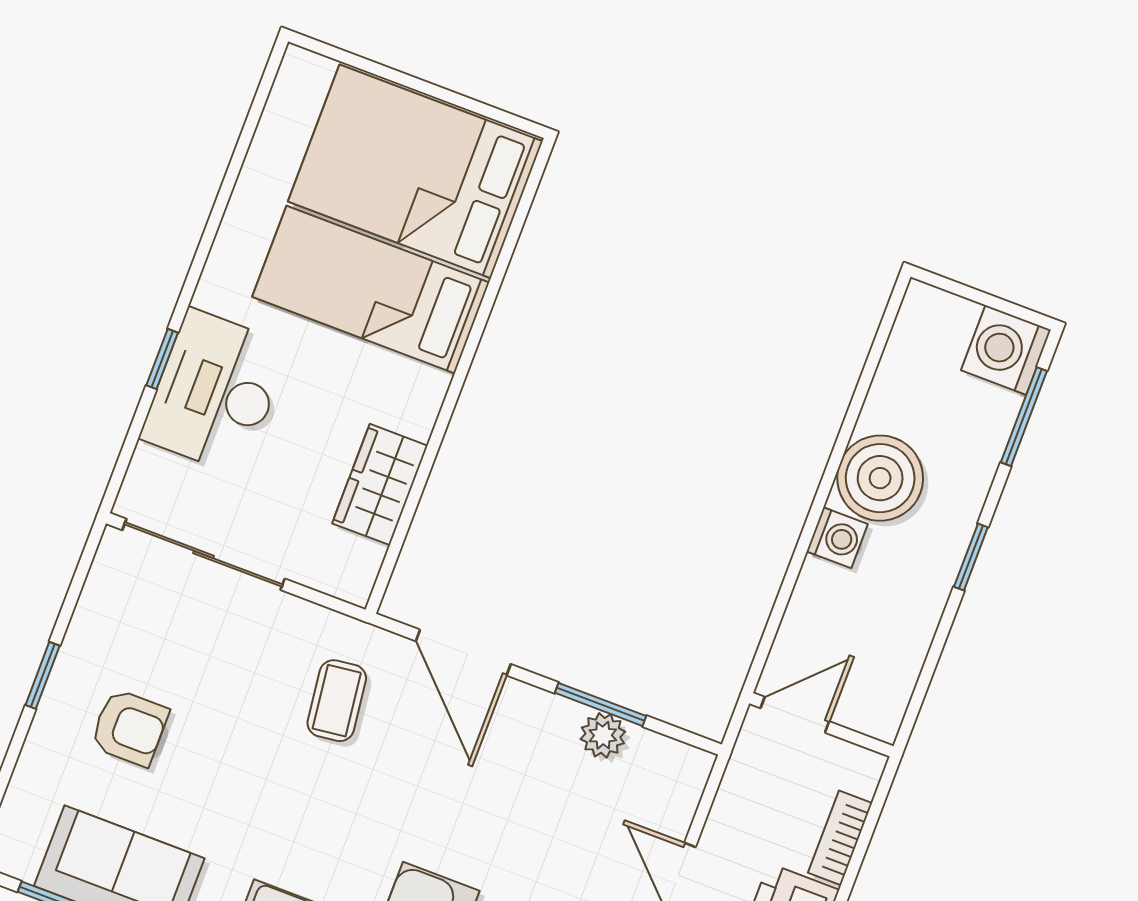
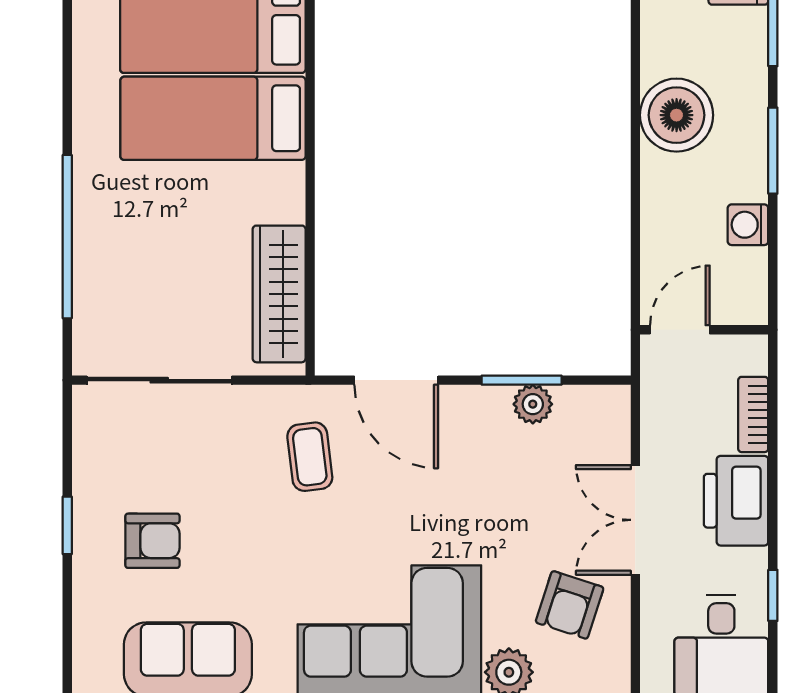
window: (162, 359) -> (67, 237), width x3.17
desk: (215, 392) -> (120, 247), removed
wardrobe: (380, 485) -> (279, 294), width x1.50
washing machine: (837, 538) -> (748, 225), moved, turned 180
window: (971, 557) -> (773, 151), width x1.50

